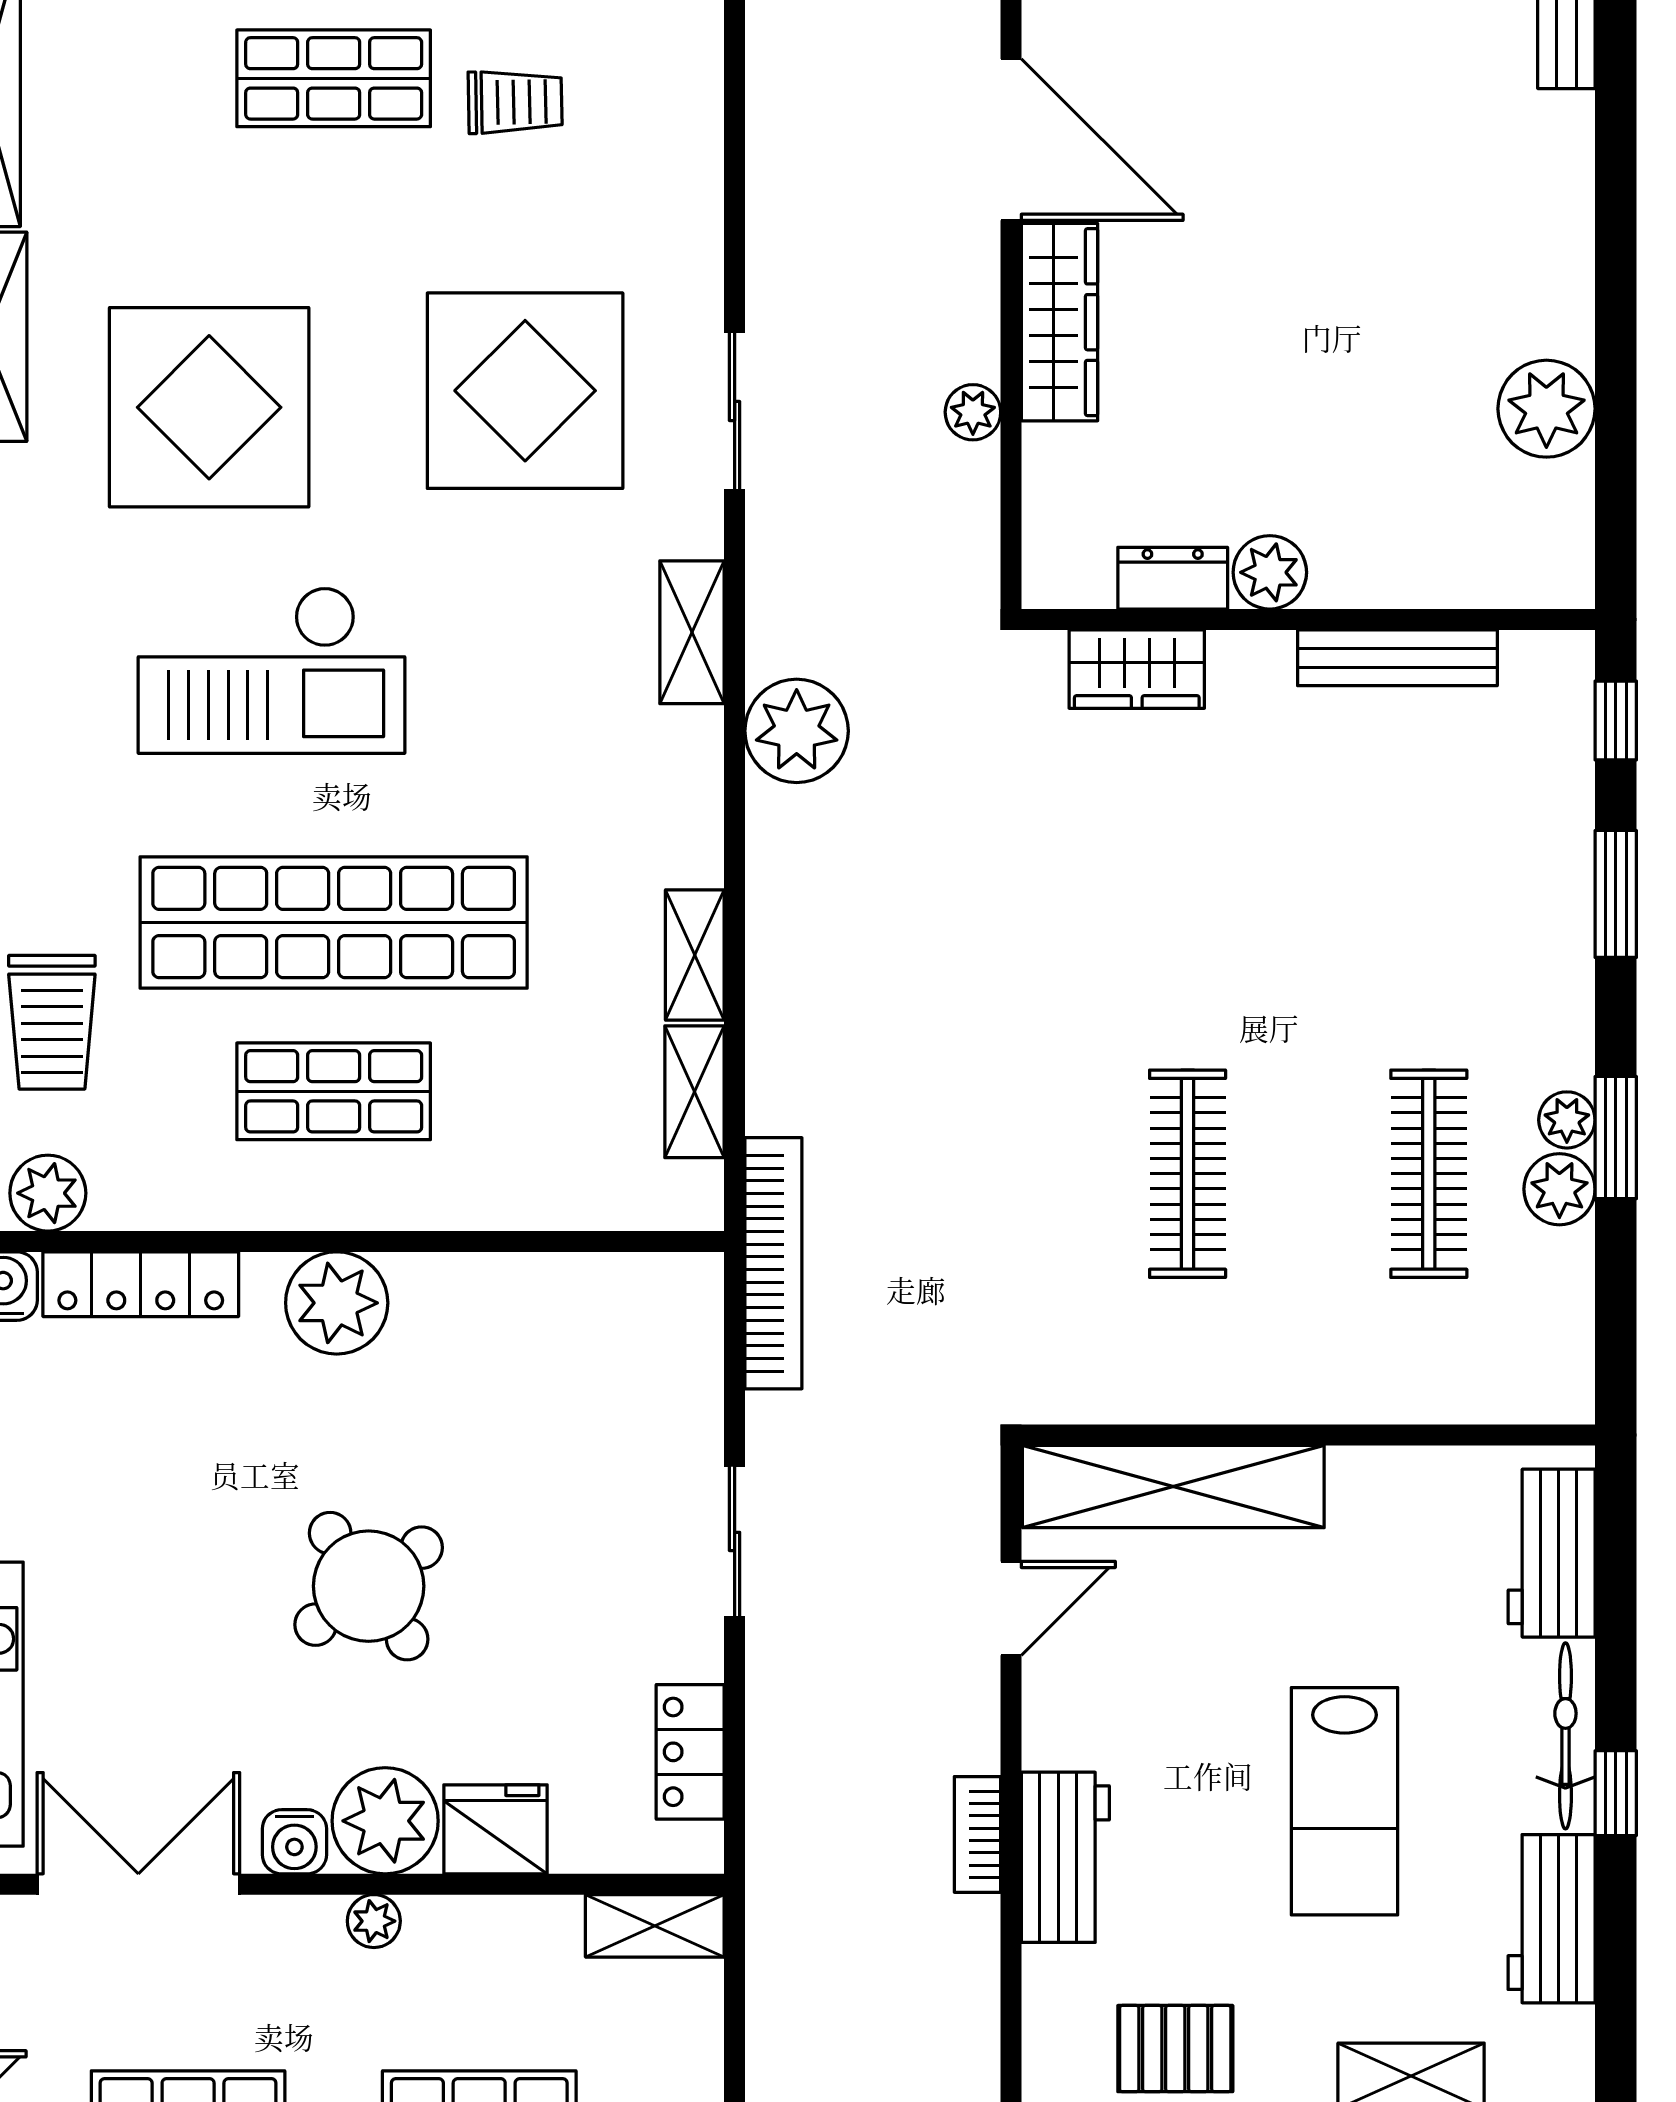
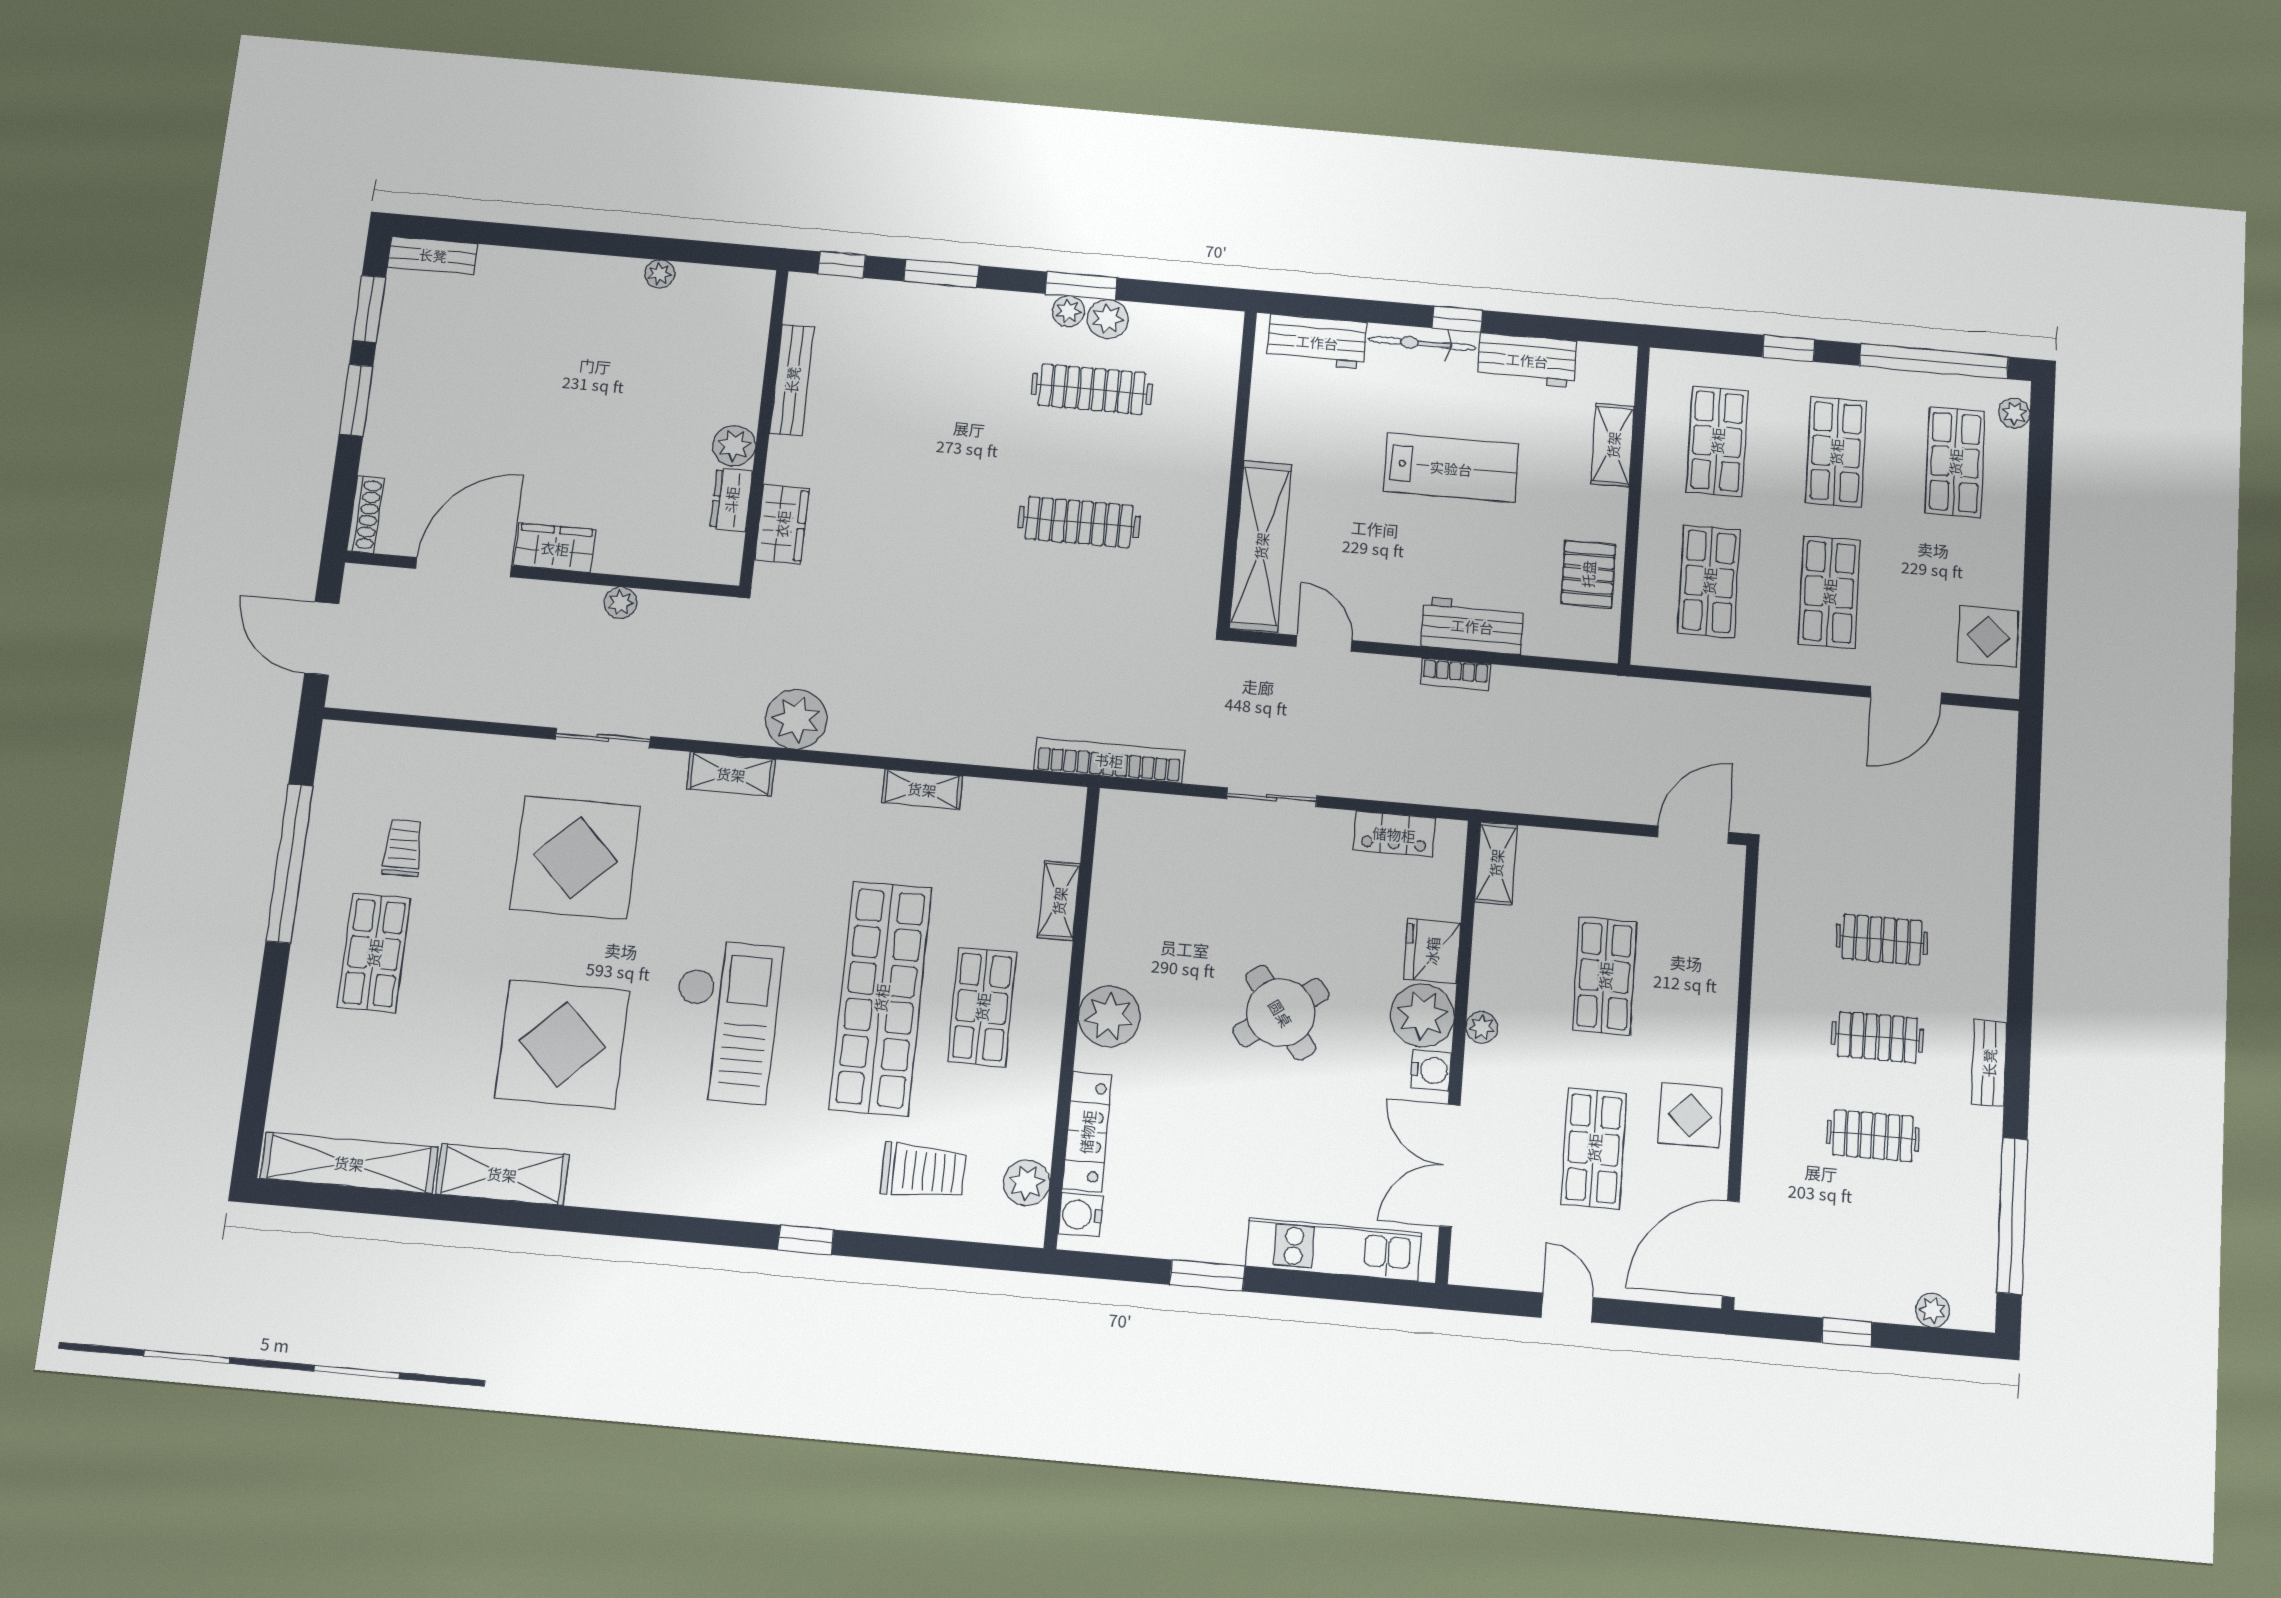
wardrobe: (1060, 322) -> (555, 548), width x0.67
plant: (1546, 409) -> (660, 274), width x0.53, depth x0.53
shelving: (694, 1092) -> (1059, 901), moved, turned 90

